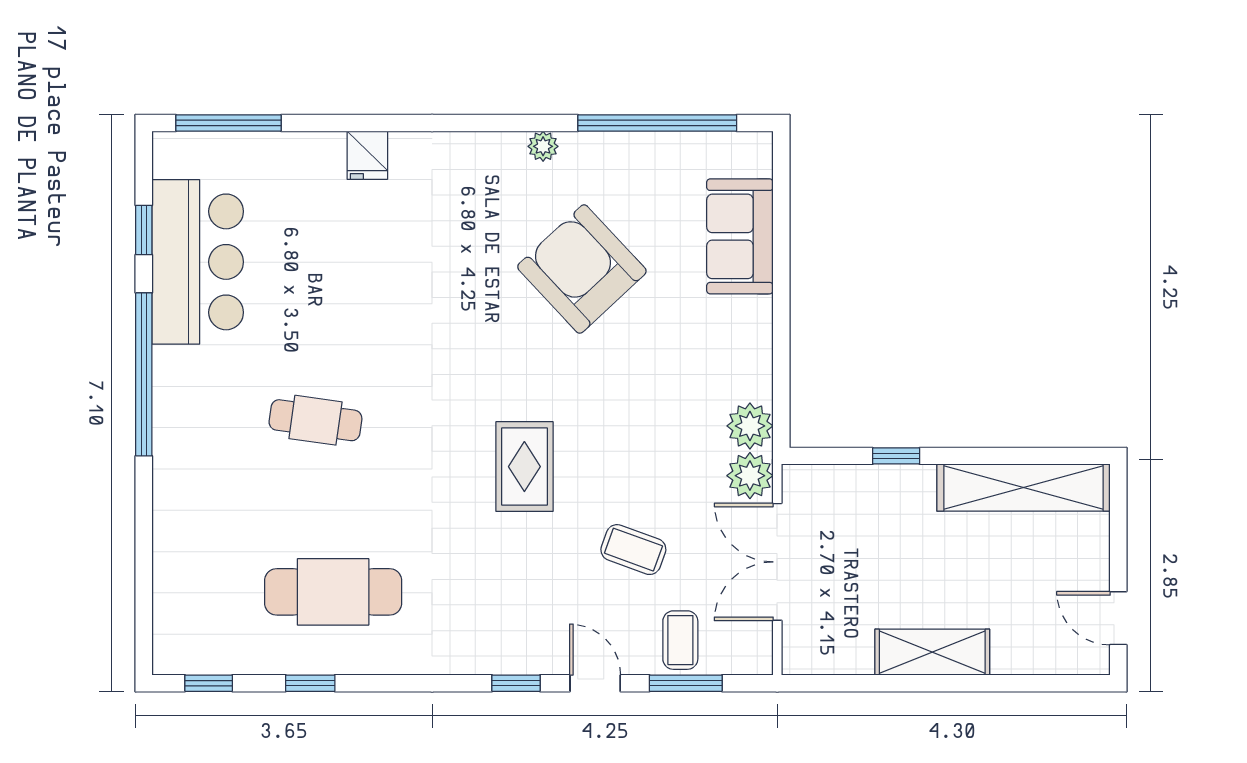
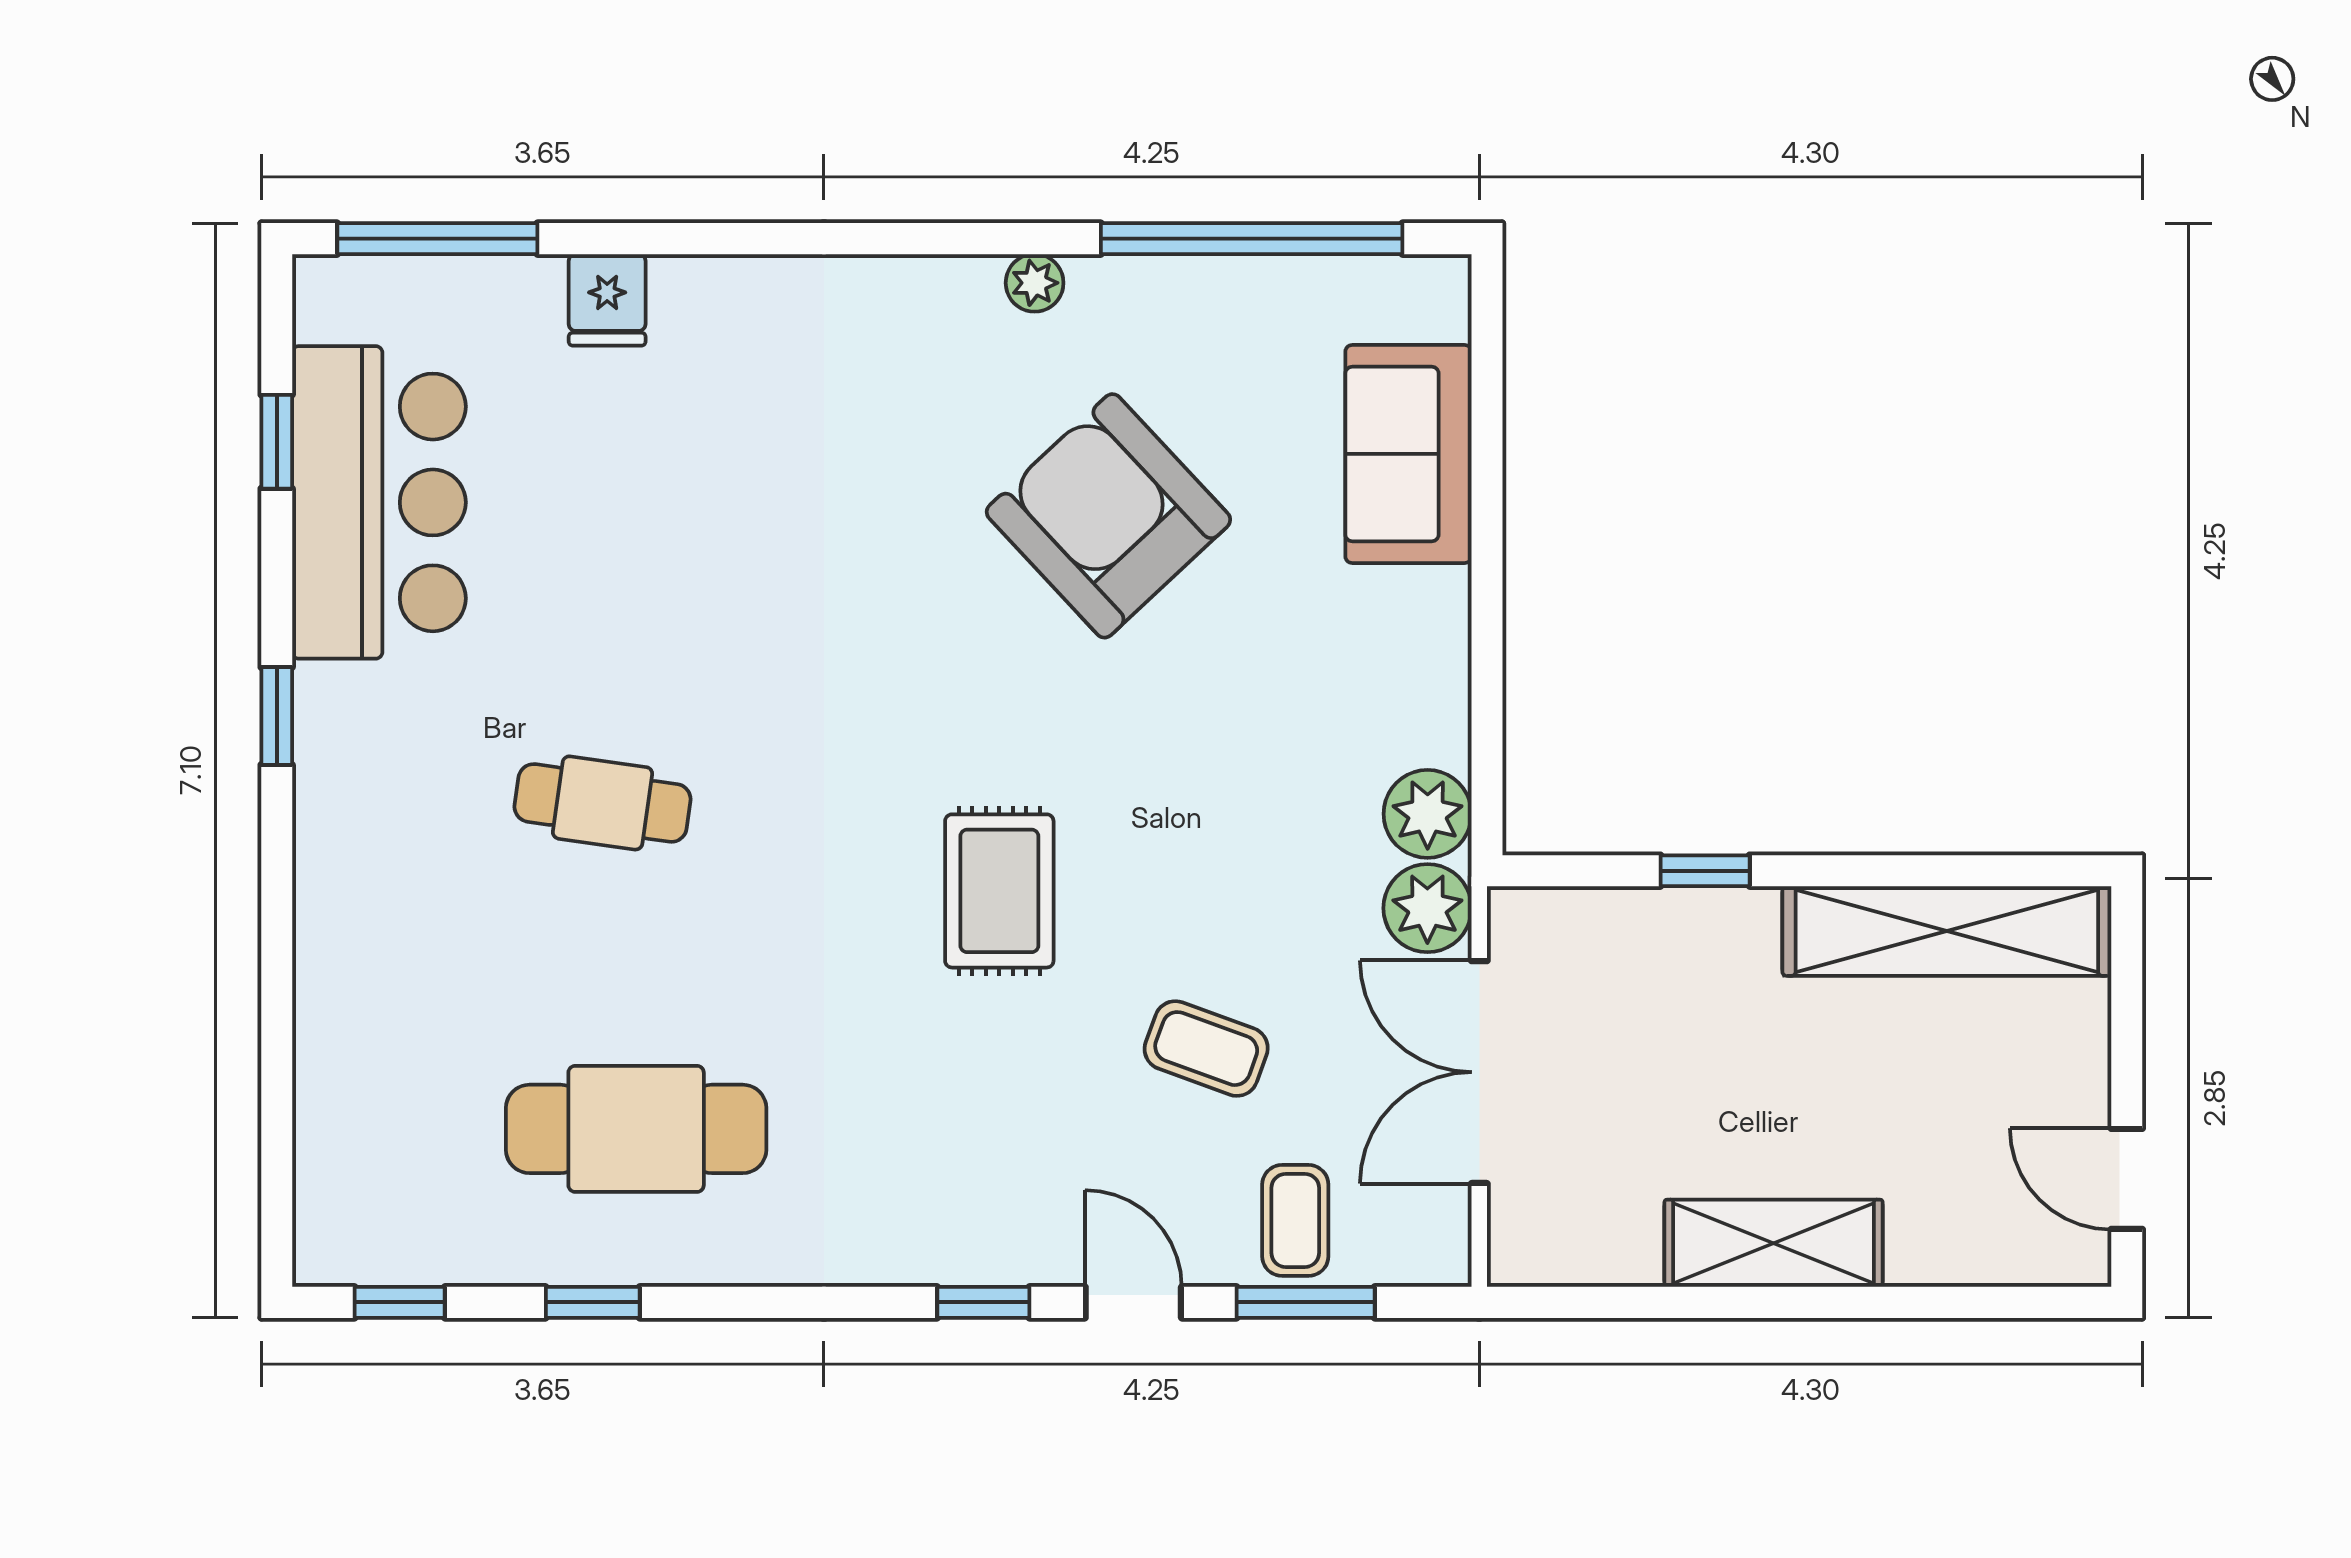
fridge: (367, 155) -> (607, 300), moved
window: (144, 374) -> (277, 716), width x0.32

